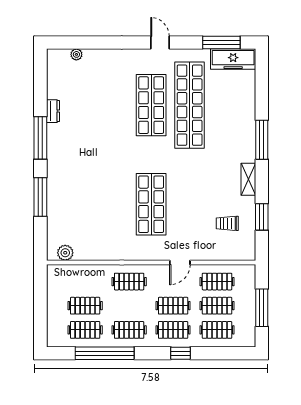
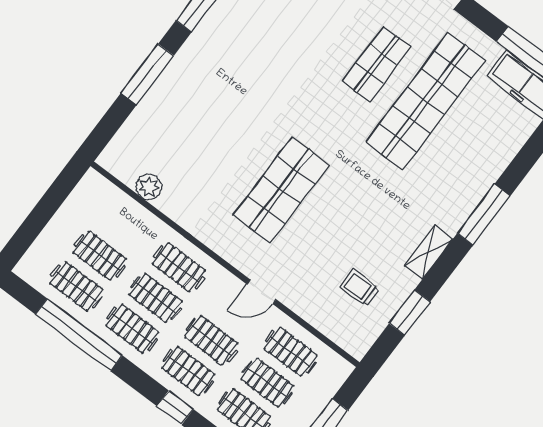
shop shelf: (151, 105) -> (377, 64), width x0.70, depth x0.74
plant: (65, 253) -> (149, 187), moved
clothes rail: (129, 306) -> (156, 298), added

